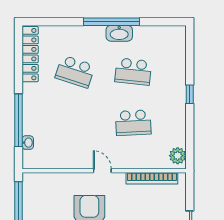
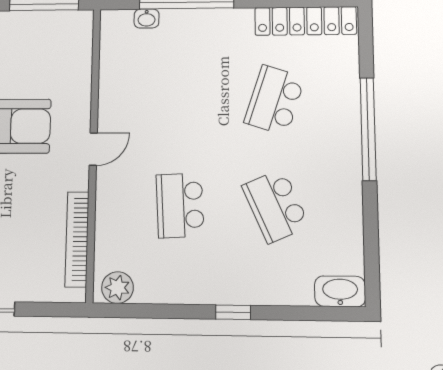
window: (111, 22) -> (368, 129), moved
washbasin: (119, 33) -> (340, 291), moved, turned 90
school desk: (133, 72) -> (275, 206), turned -30

